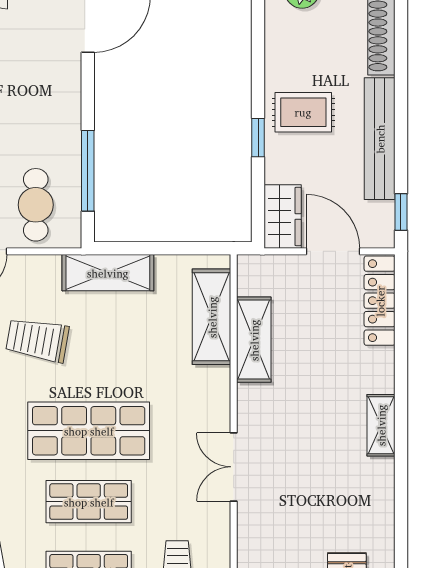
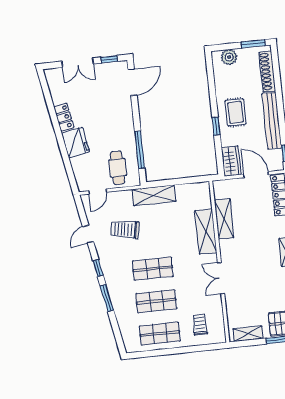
rug: (303, 112) -> (236, 112), turned 90
shelving: (212, 317) -> (206, 231), moved
shop shelf: (89, 431) -> (153, 269), width x0.70, depth x0.74

